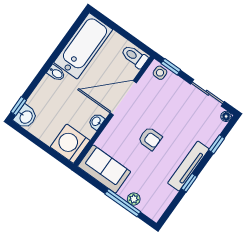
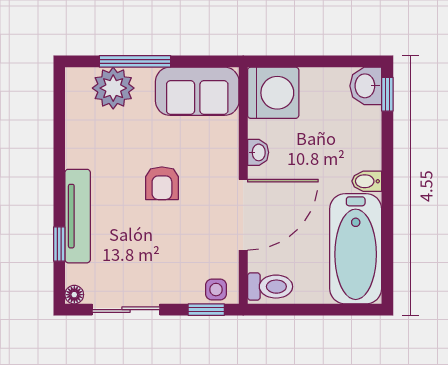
armchair: (150, 139) -> (162, 183), turned -90
tv unit: (188, 166) -> (78, 216), moved
window: (189, 183) -> (59, 160), removed
plant: (134, 199) -> (113, 88), width x1.88, depth x1.88

